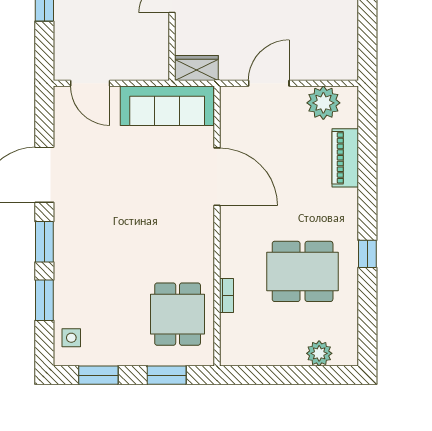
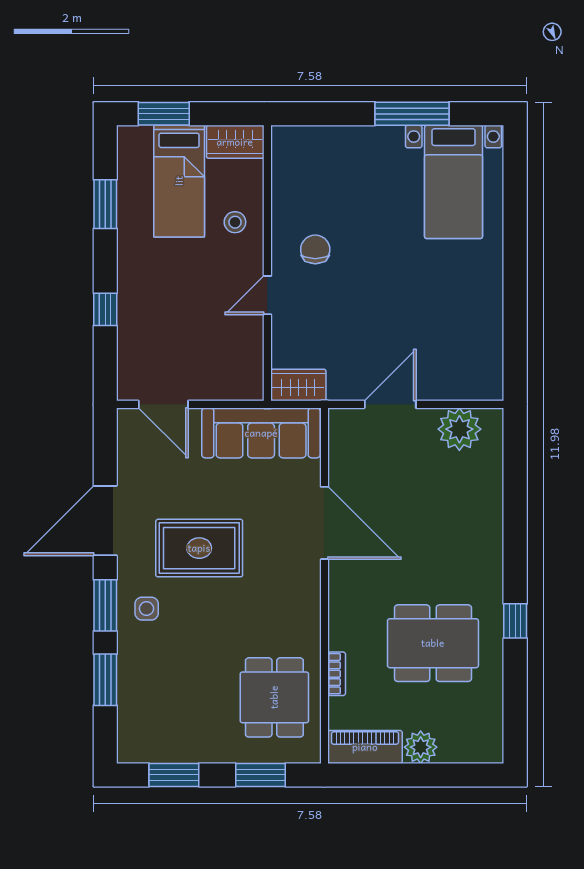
piano: (345, 158) -> (365, 747), moved, turned 90
rug: (118, 196) -> (199, 548), added
side table: (71, 338) -> (147, 609), moved
plant: (319, 353) -> (421, 747), moved

